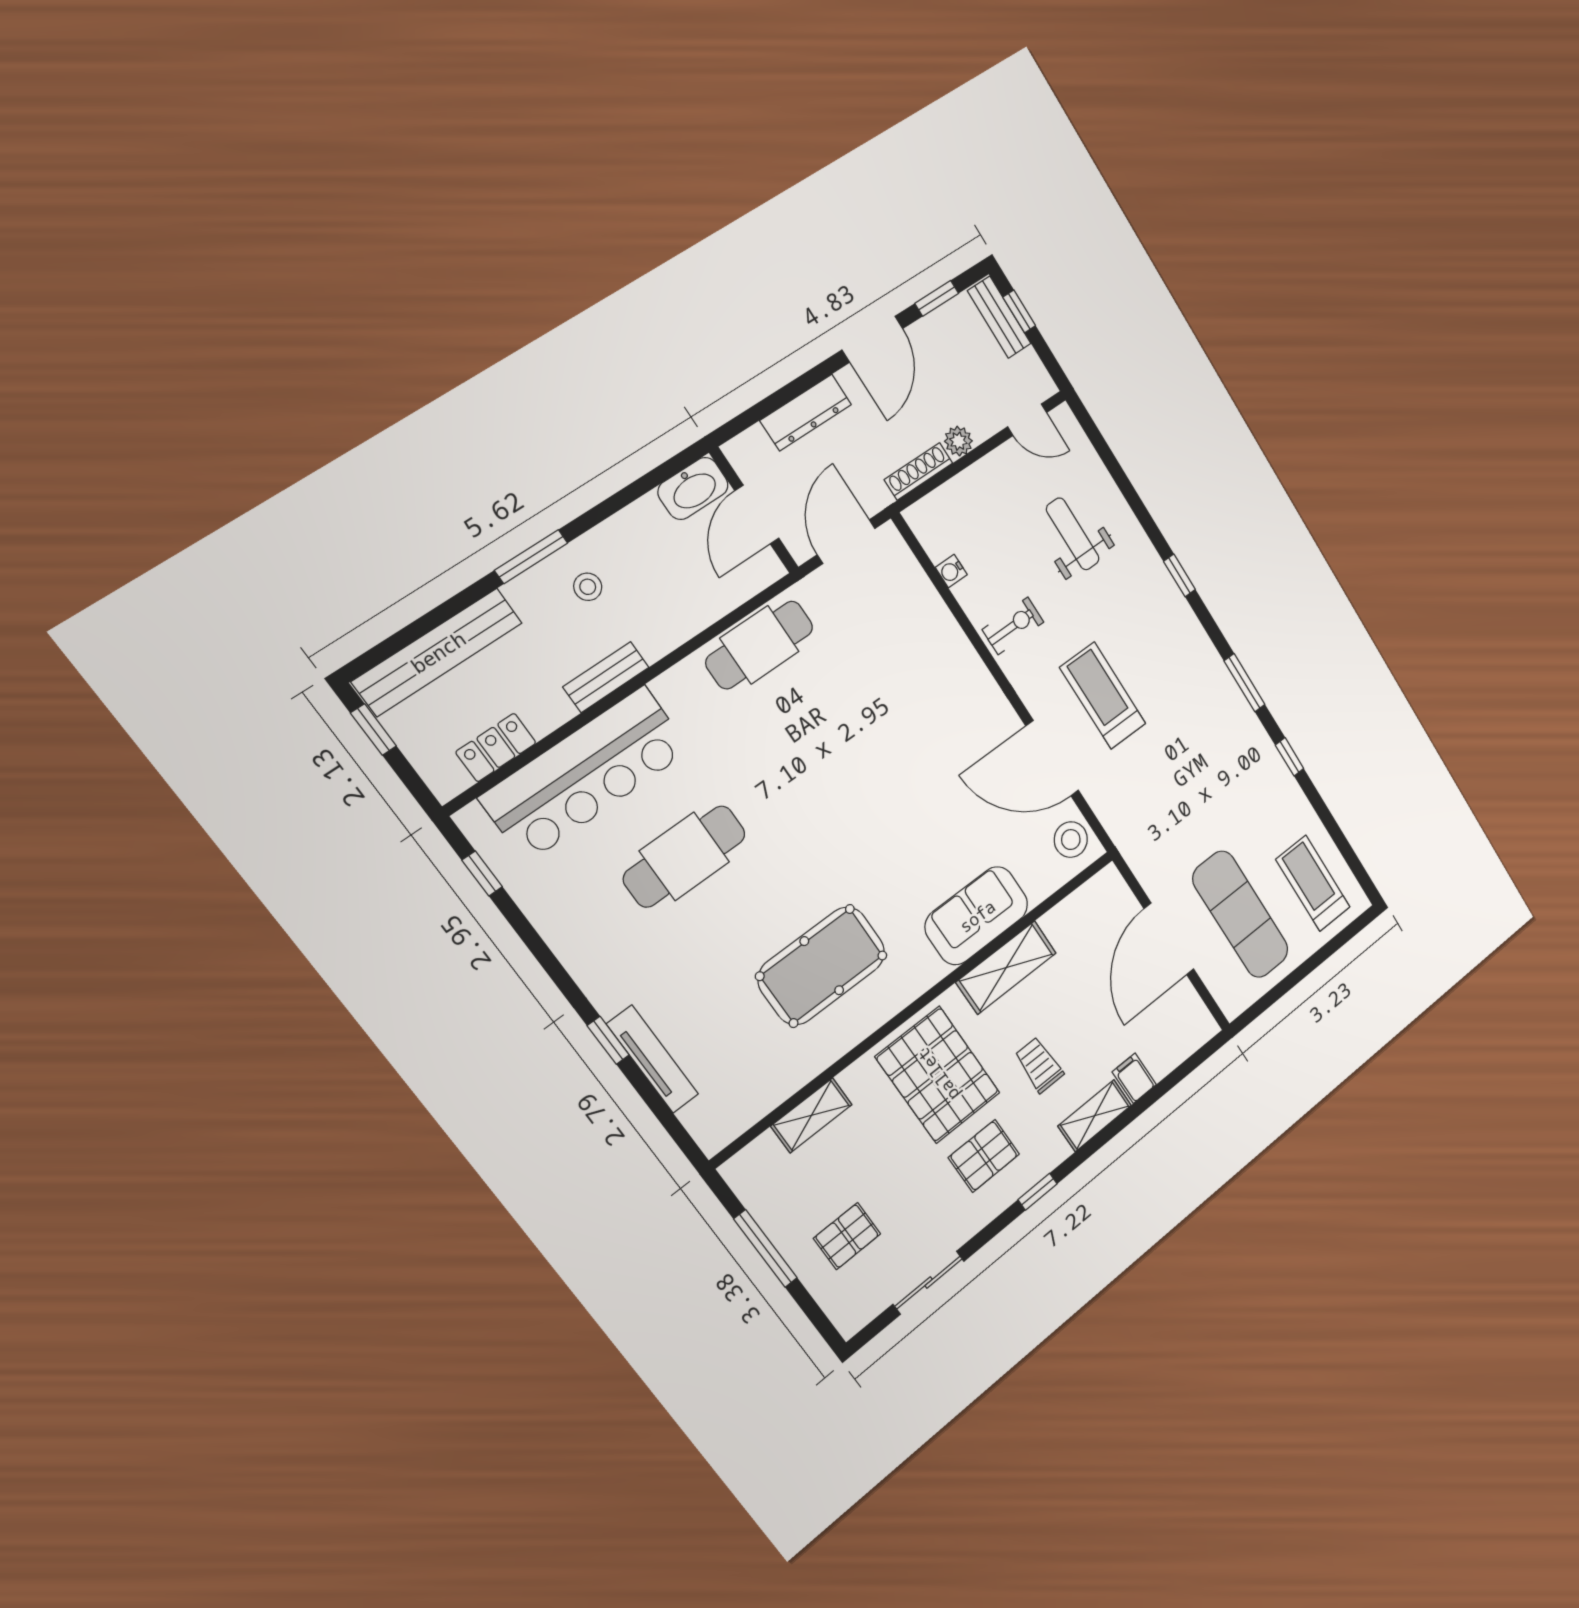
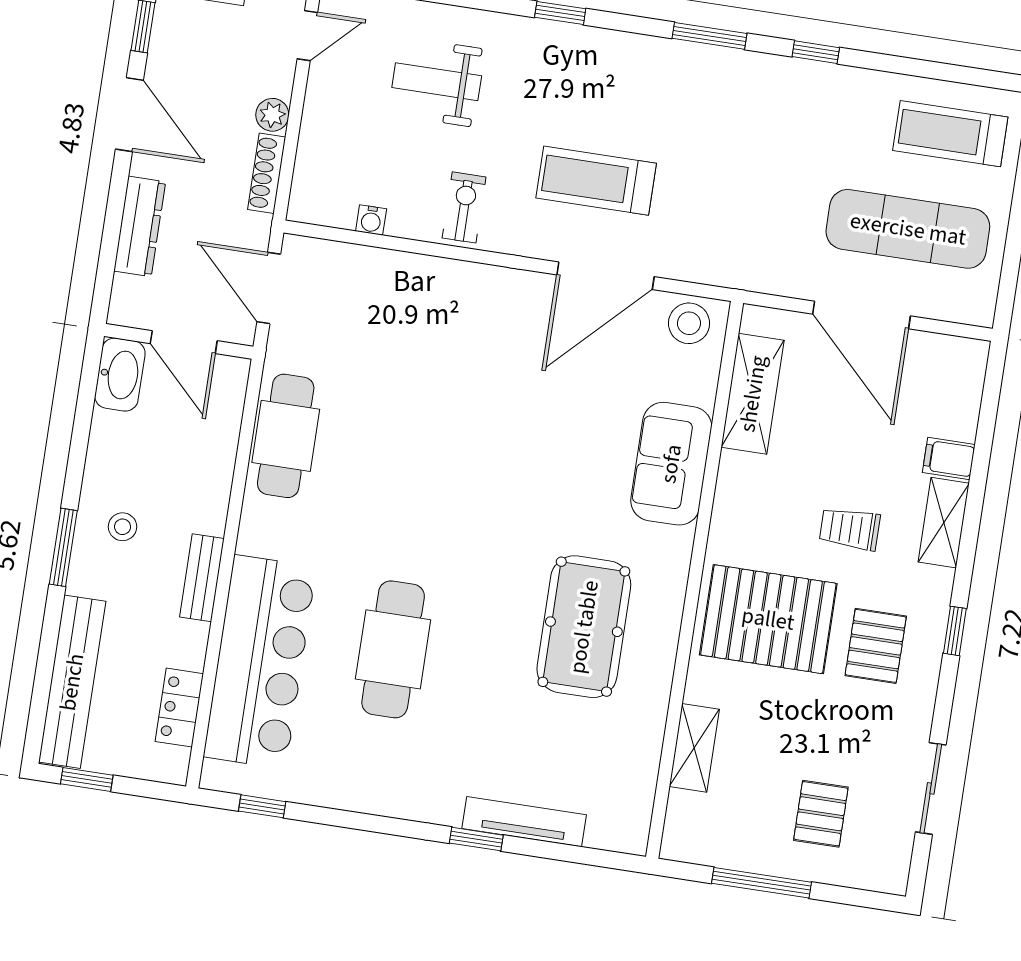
shelving: (1006, 968) -> (753, 394), moved

